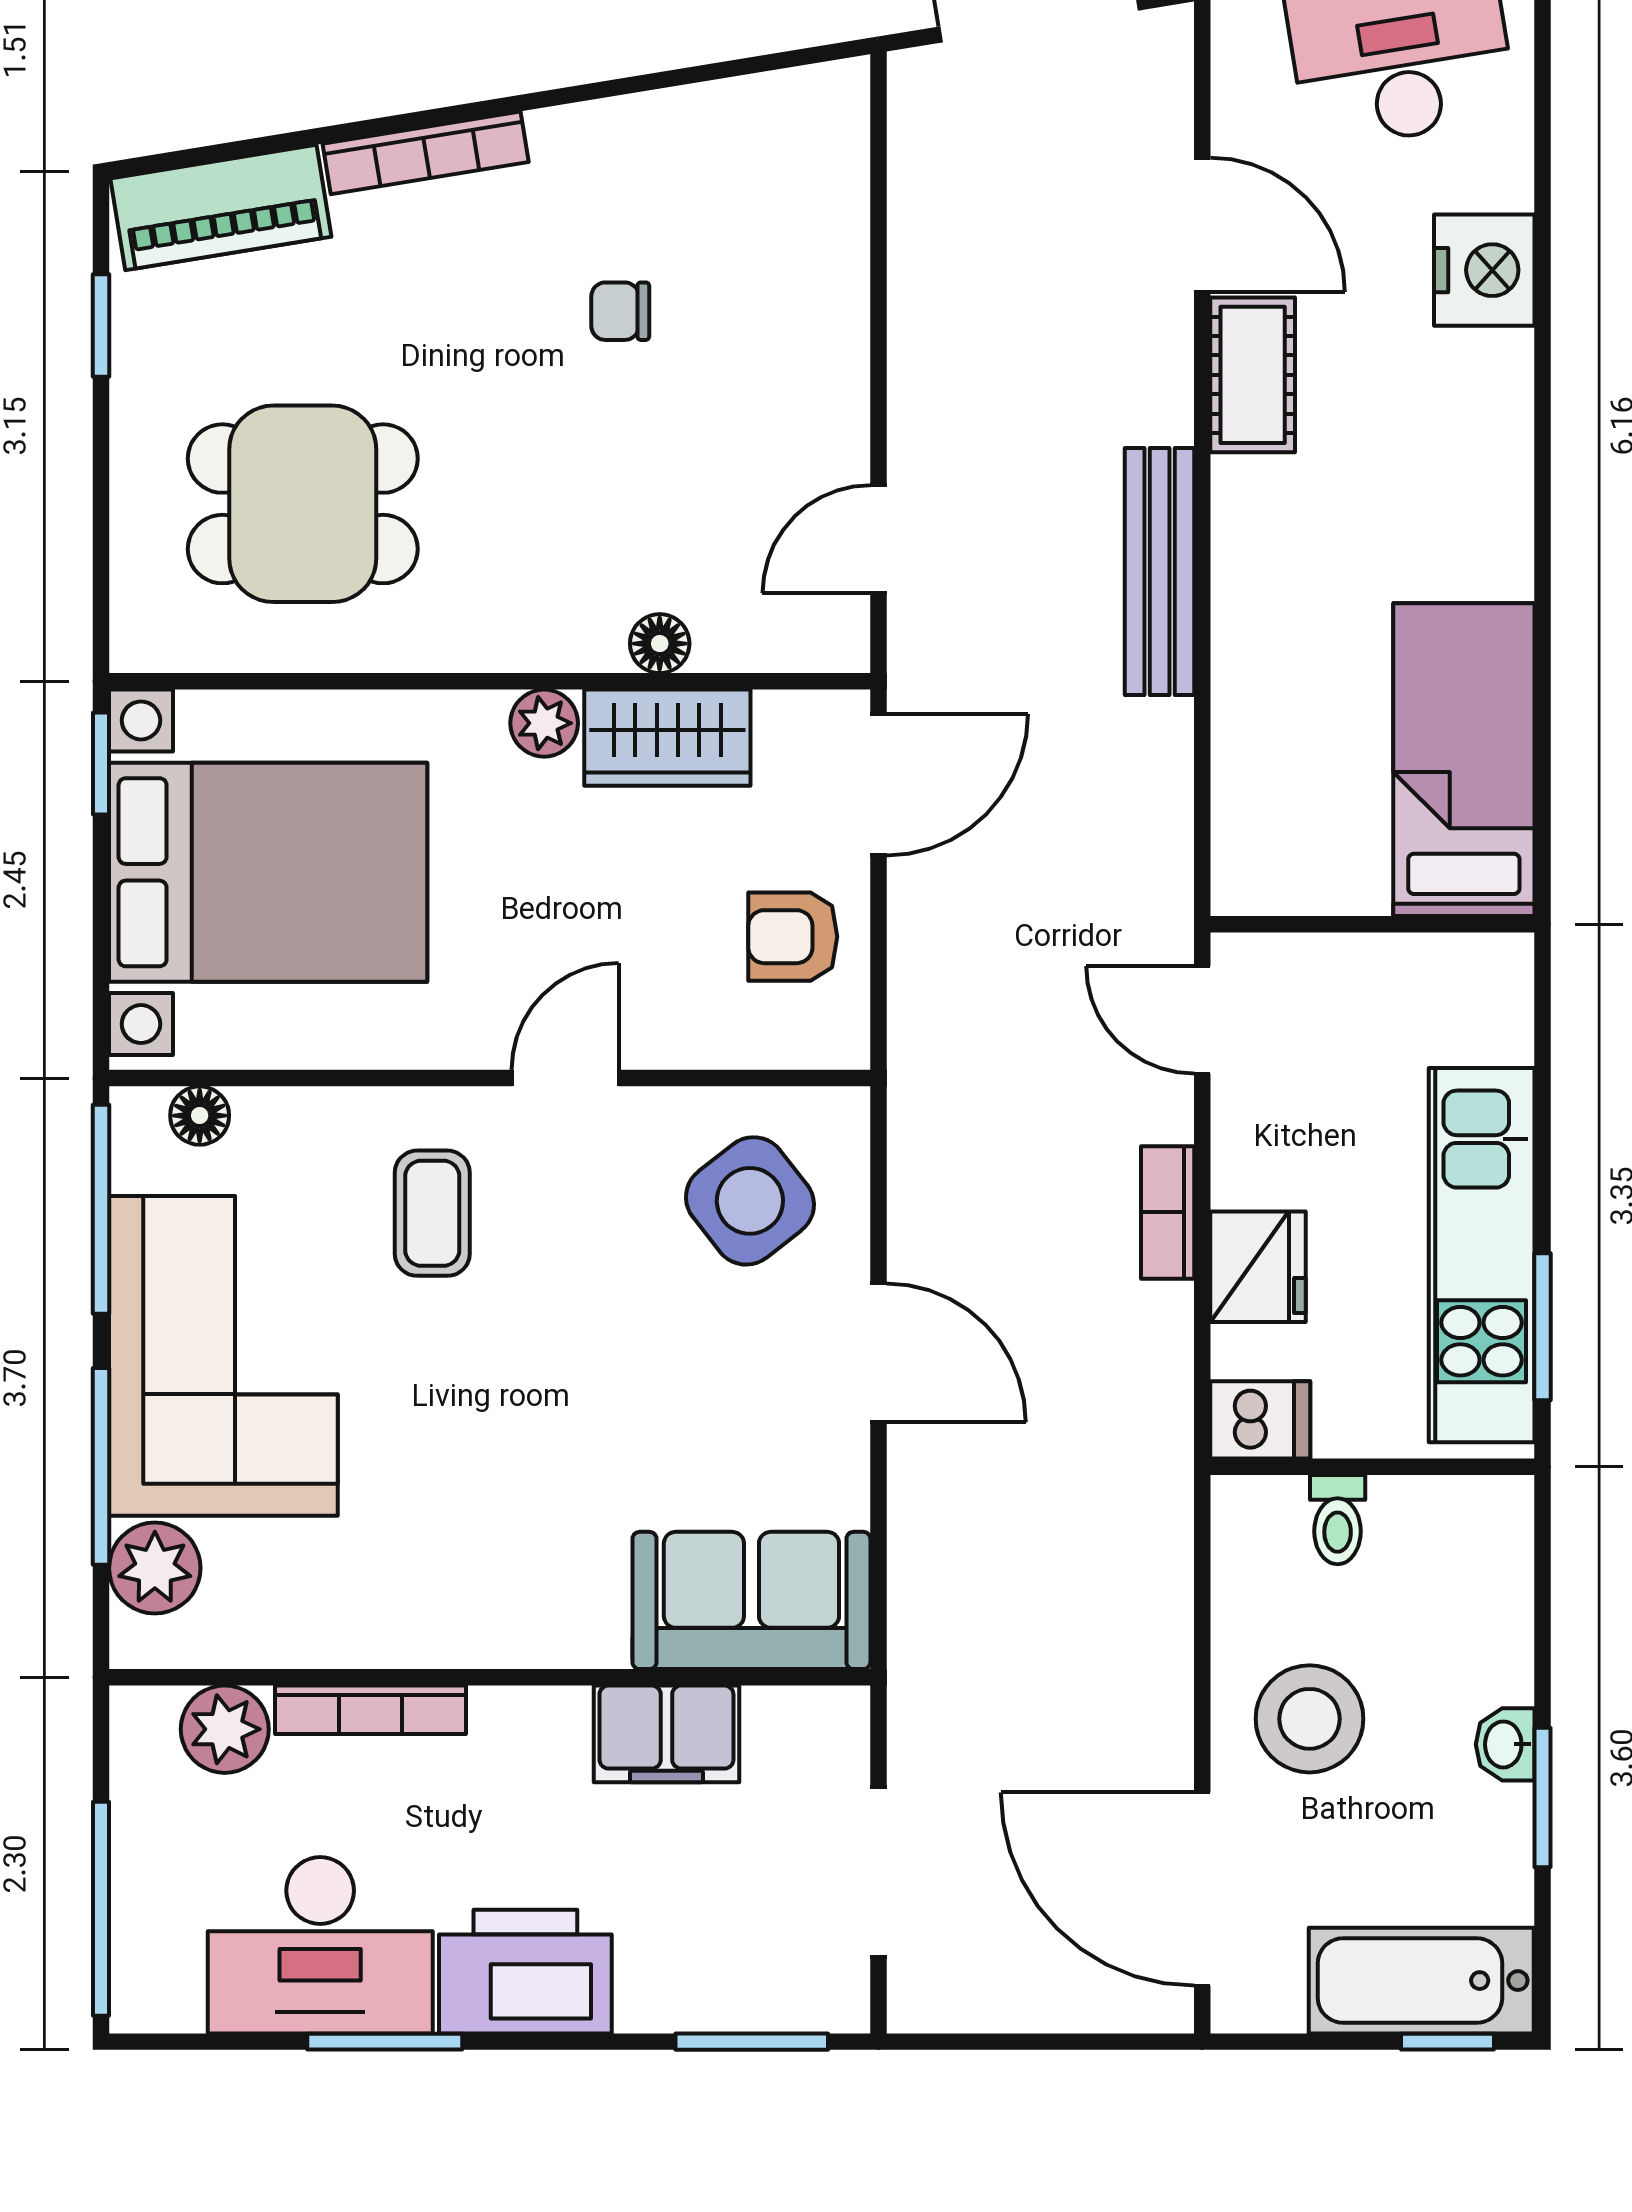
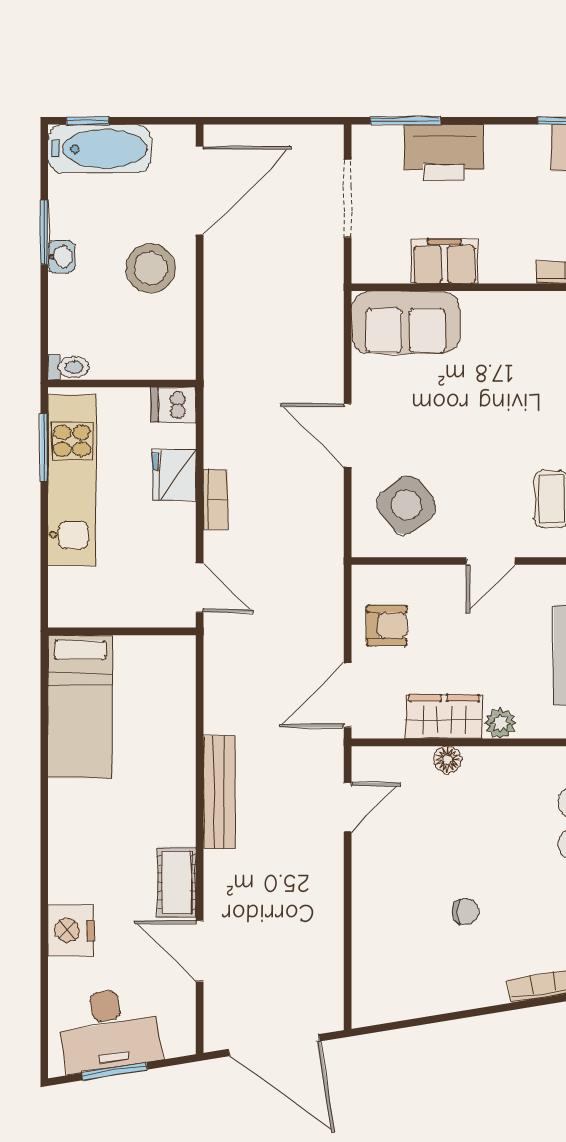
toilet: (1338, 1520) -> (68, 367), moved, turned 90
door: (1202, 1889) -> (200, 190), hinge flipped
printer: (525, 1972) -> (444, 153), moved

